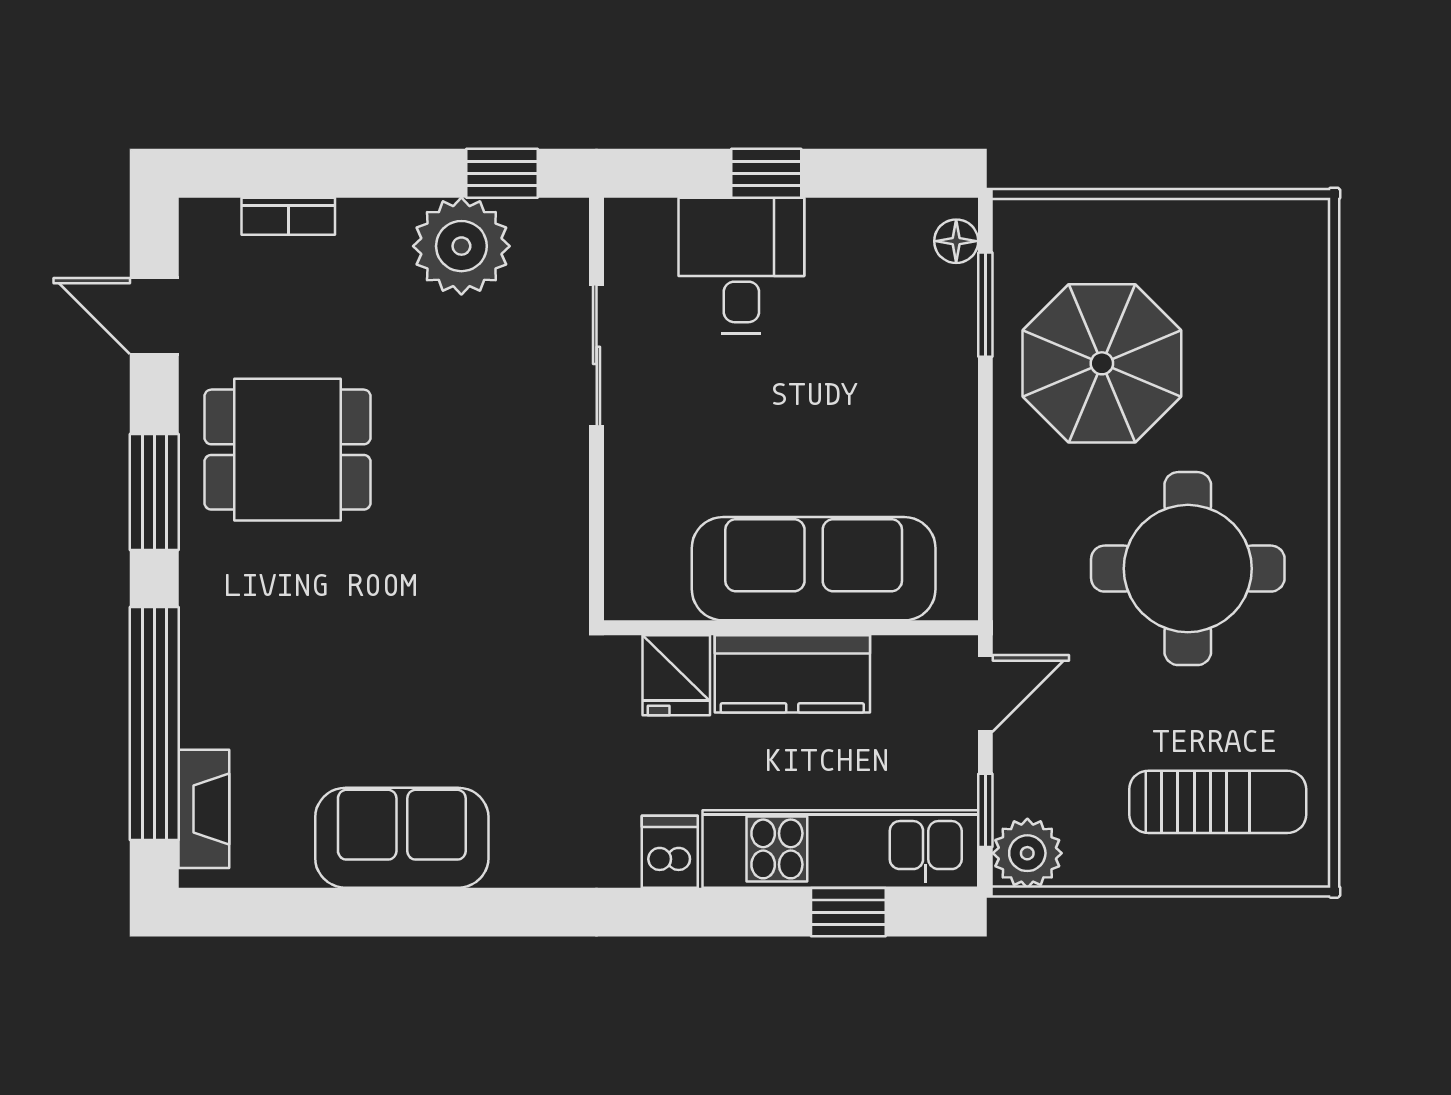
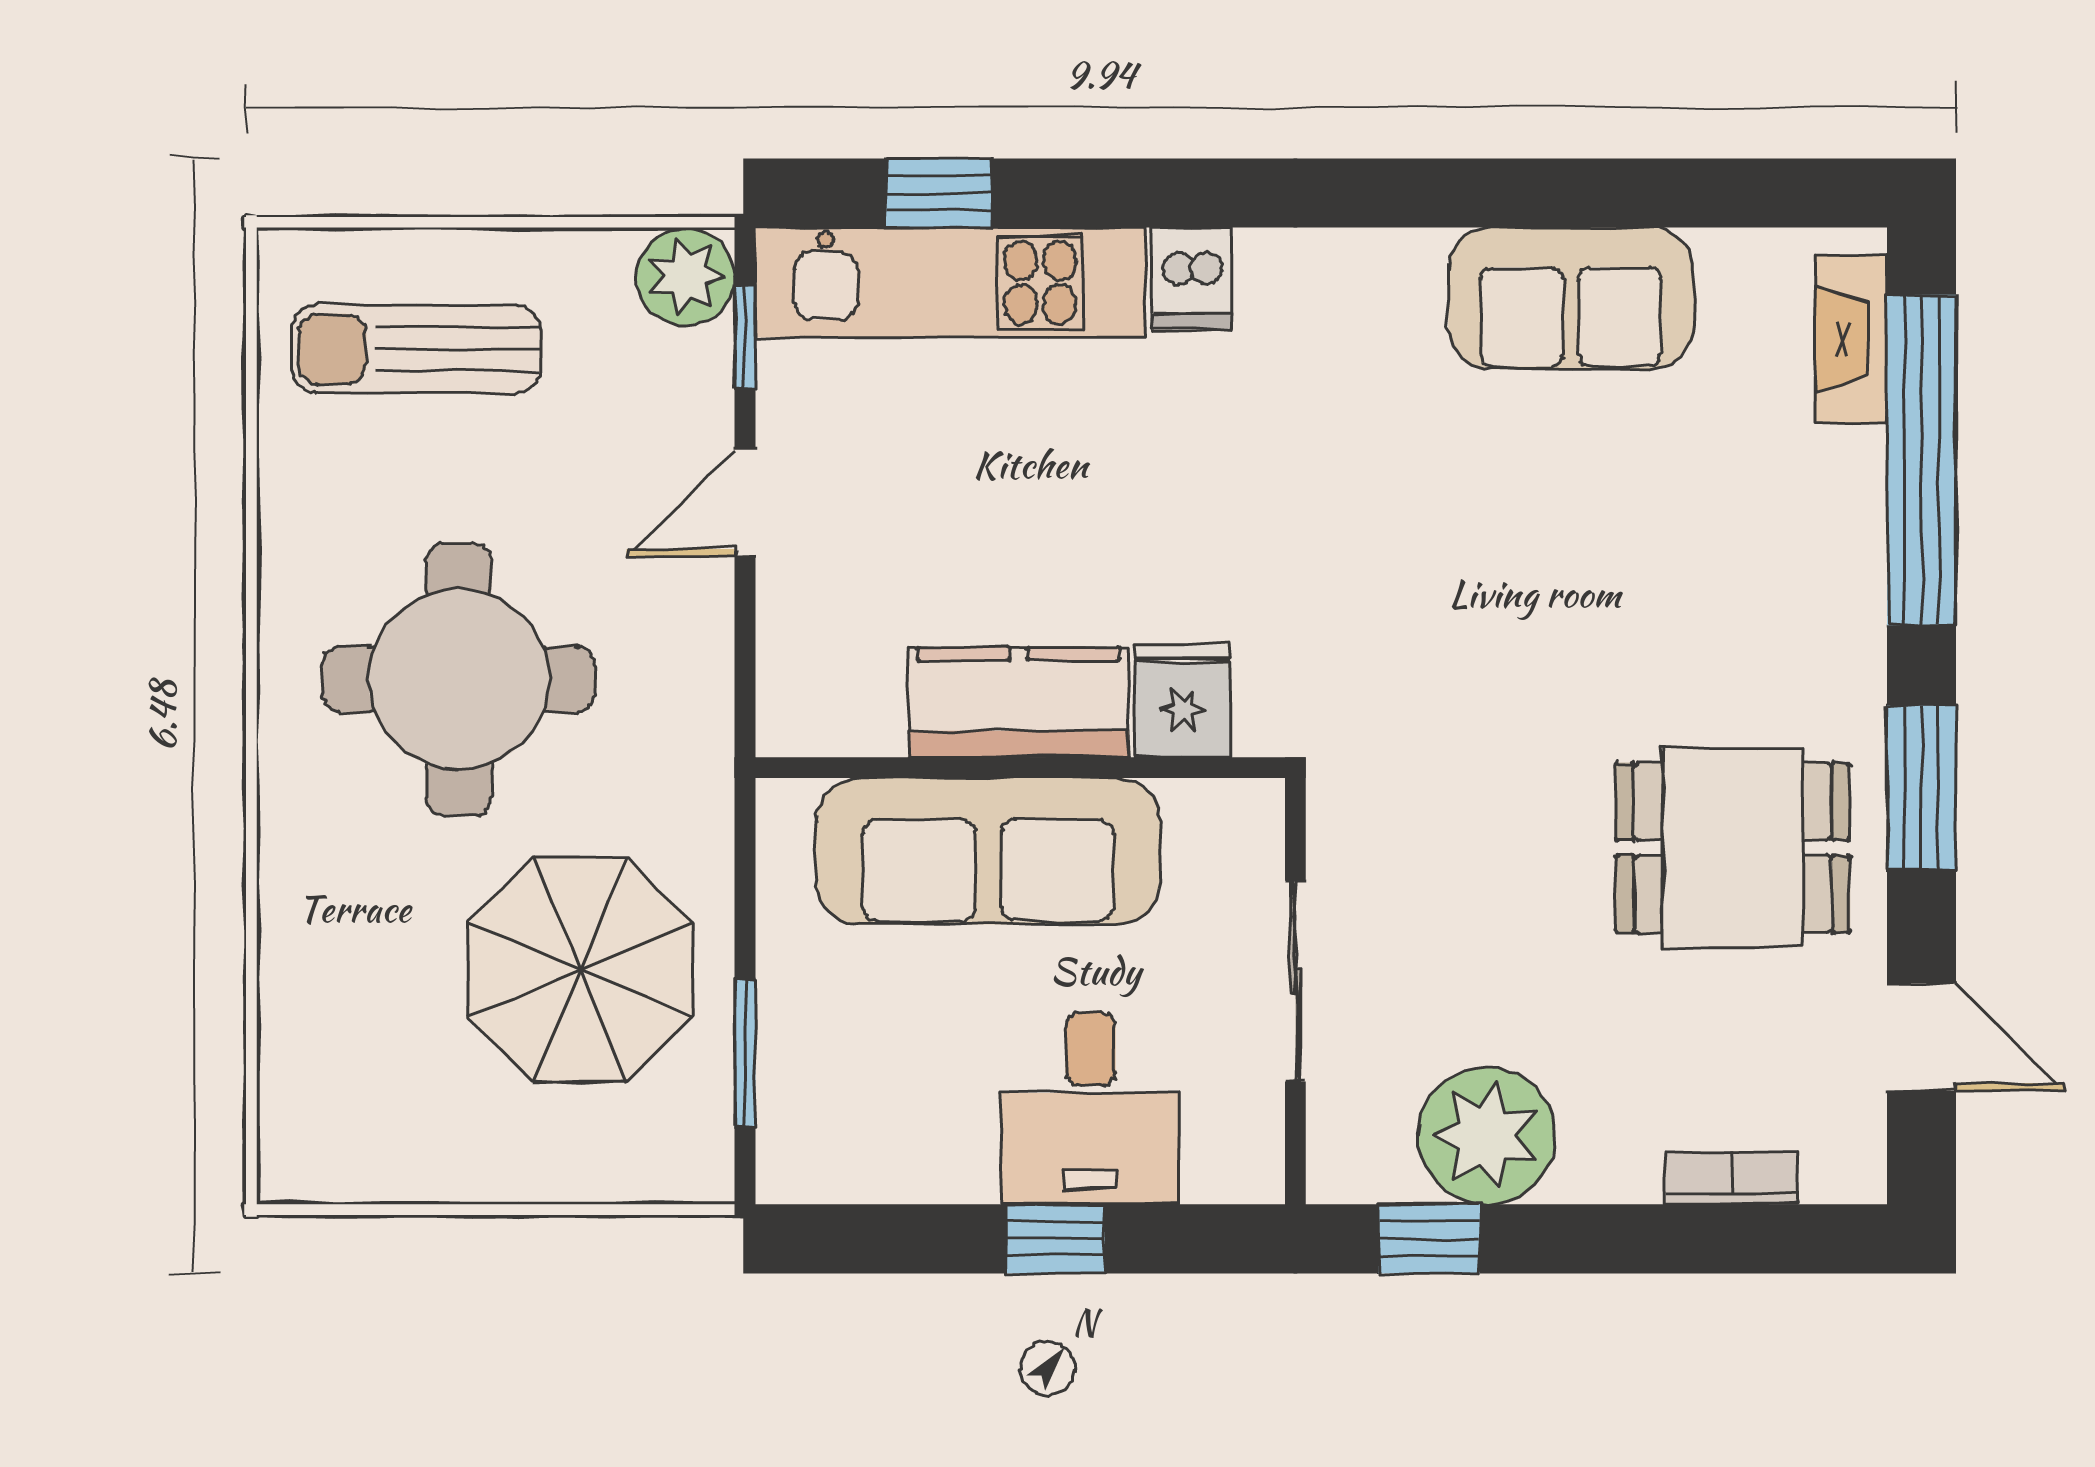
floor lamp: (956, 241) -> (786, 1143), removed
sofa: (814, 569) -> (988, 851), moved
wall: (791, 628) -> (1020, 768), moved
kitchen counter: (792, 674) -> (1018, 702), moved
fridge: (676, 675) -> (1183, 700), moved

